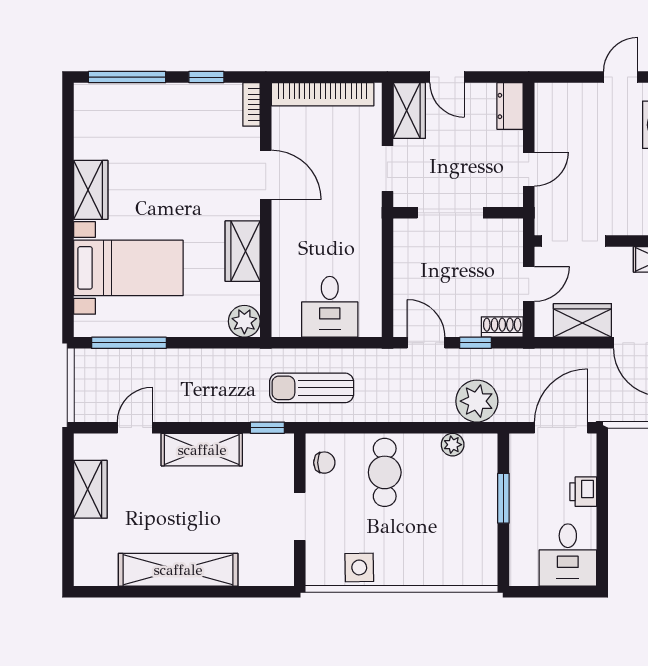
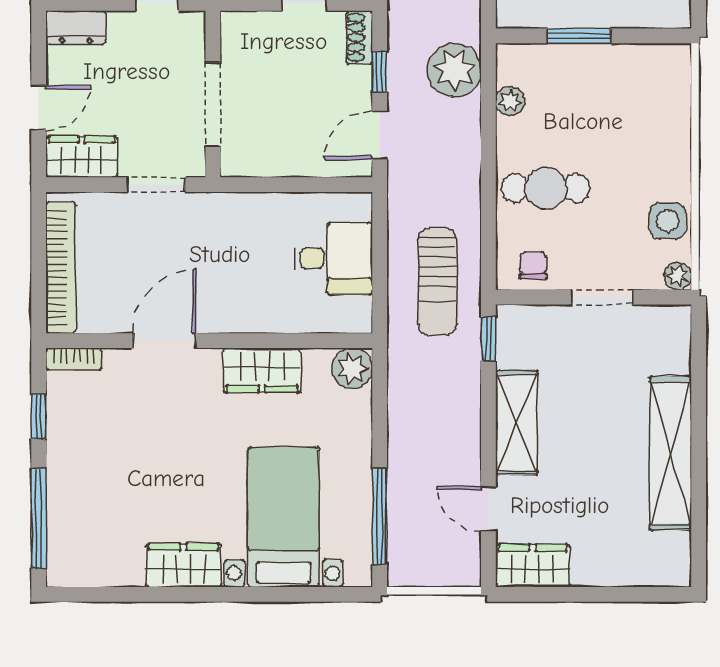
wardrobe: (90, 489) -> (533, 566), moved
plant: (316, 575) -> (678, 276), added

